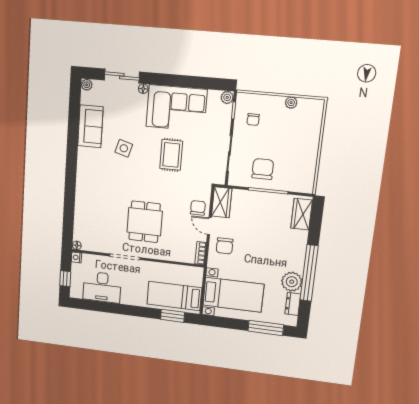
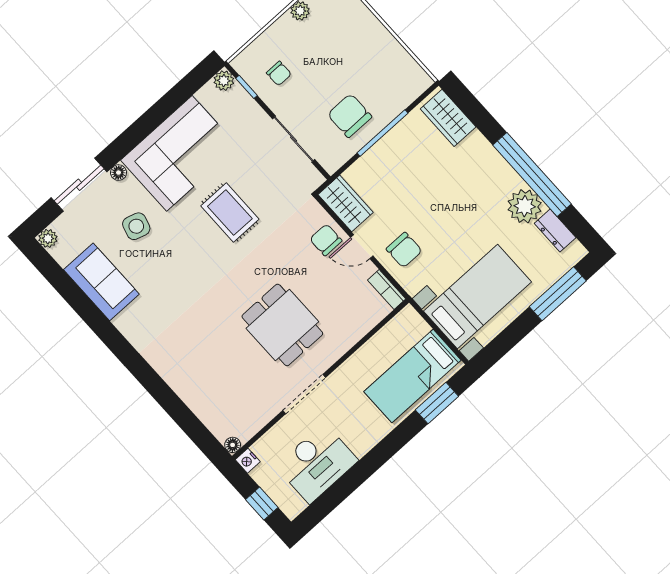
side table: (124, 148) -> (136, 226), moved

